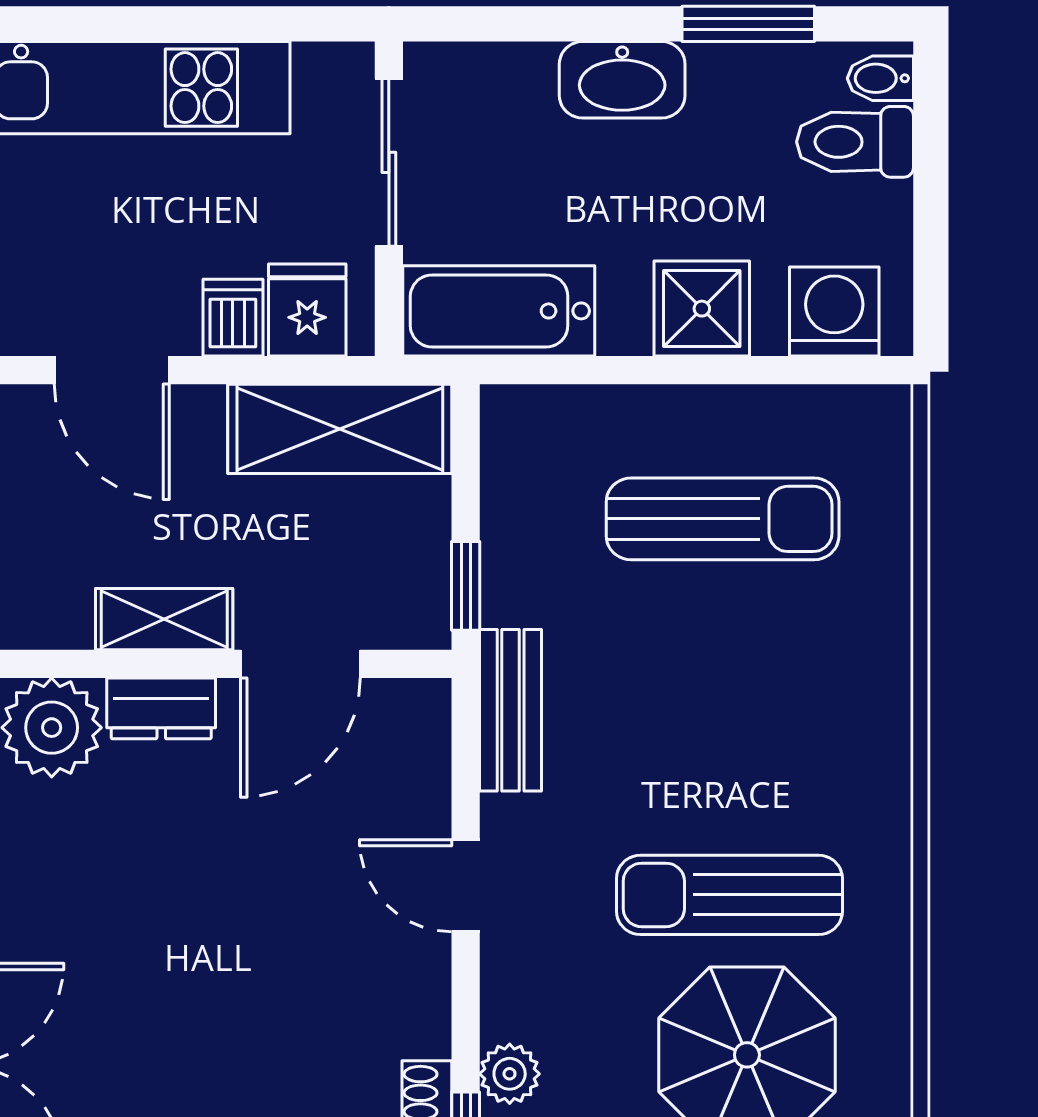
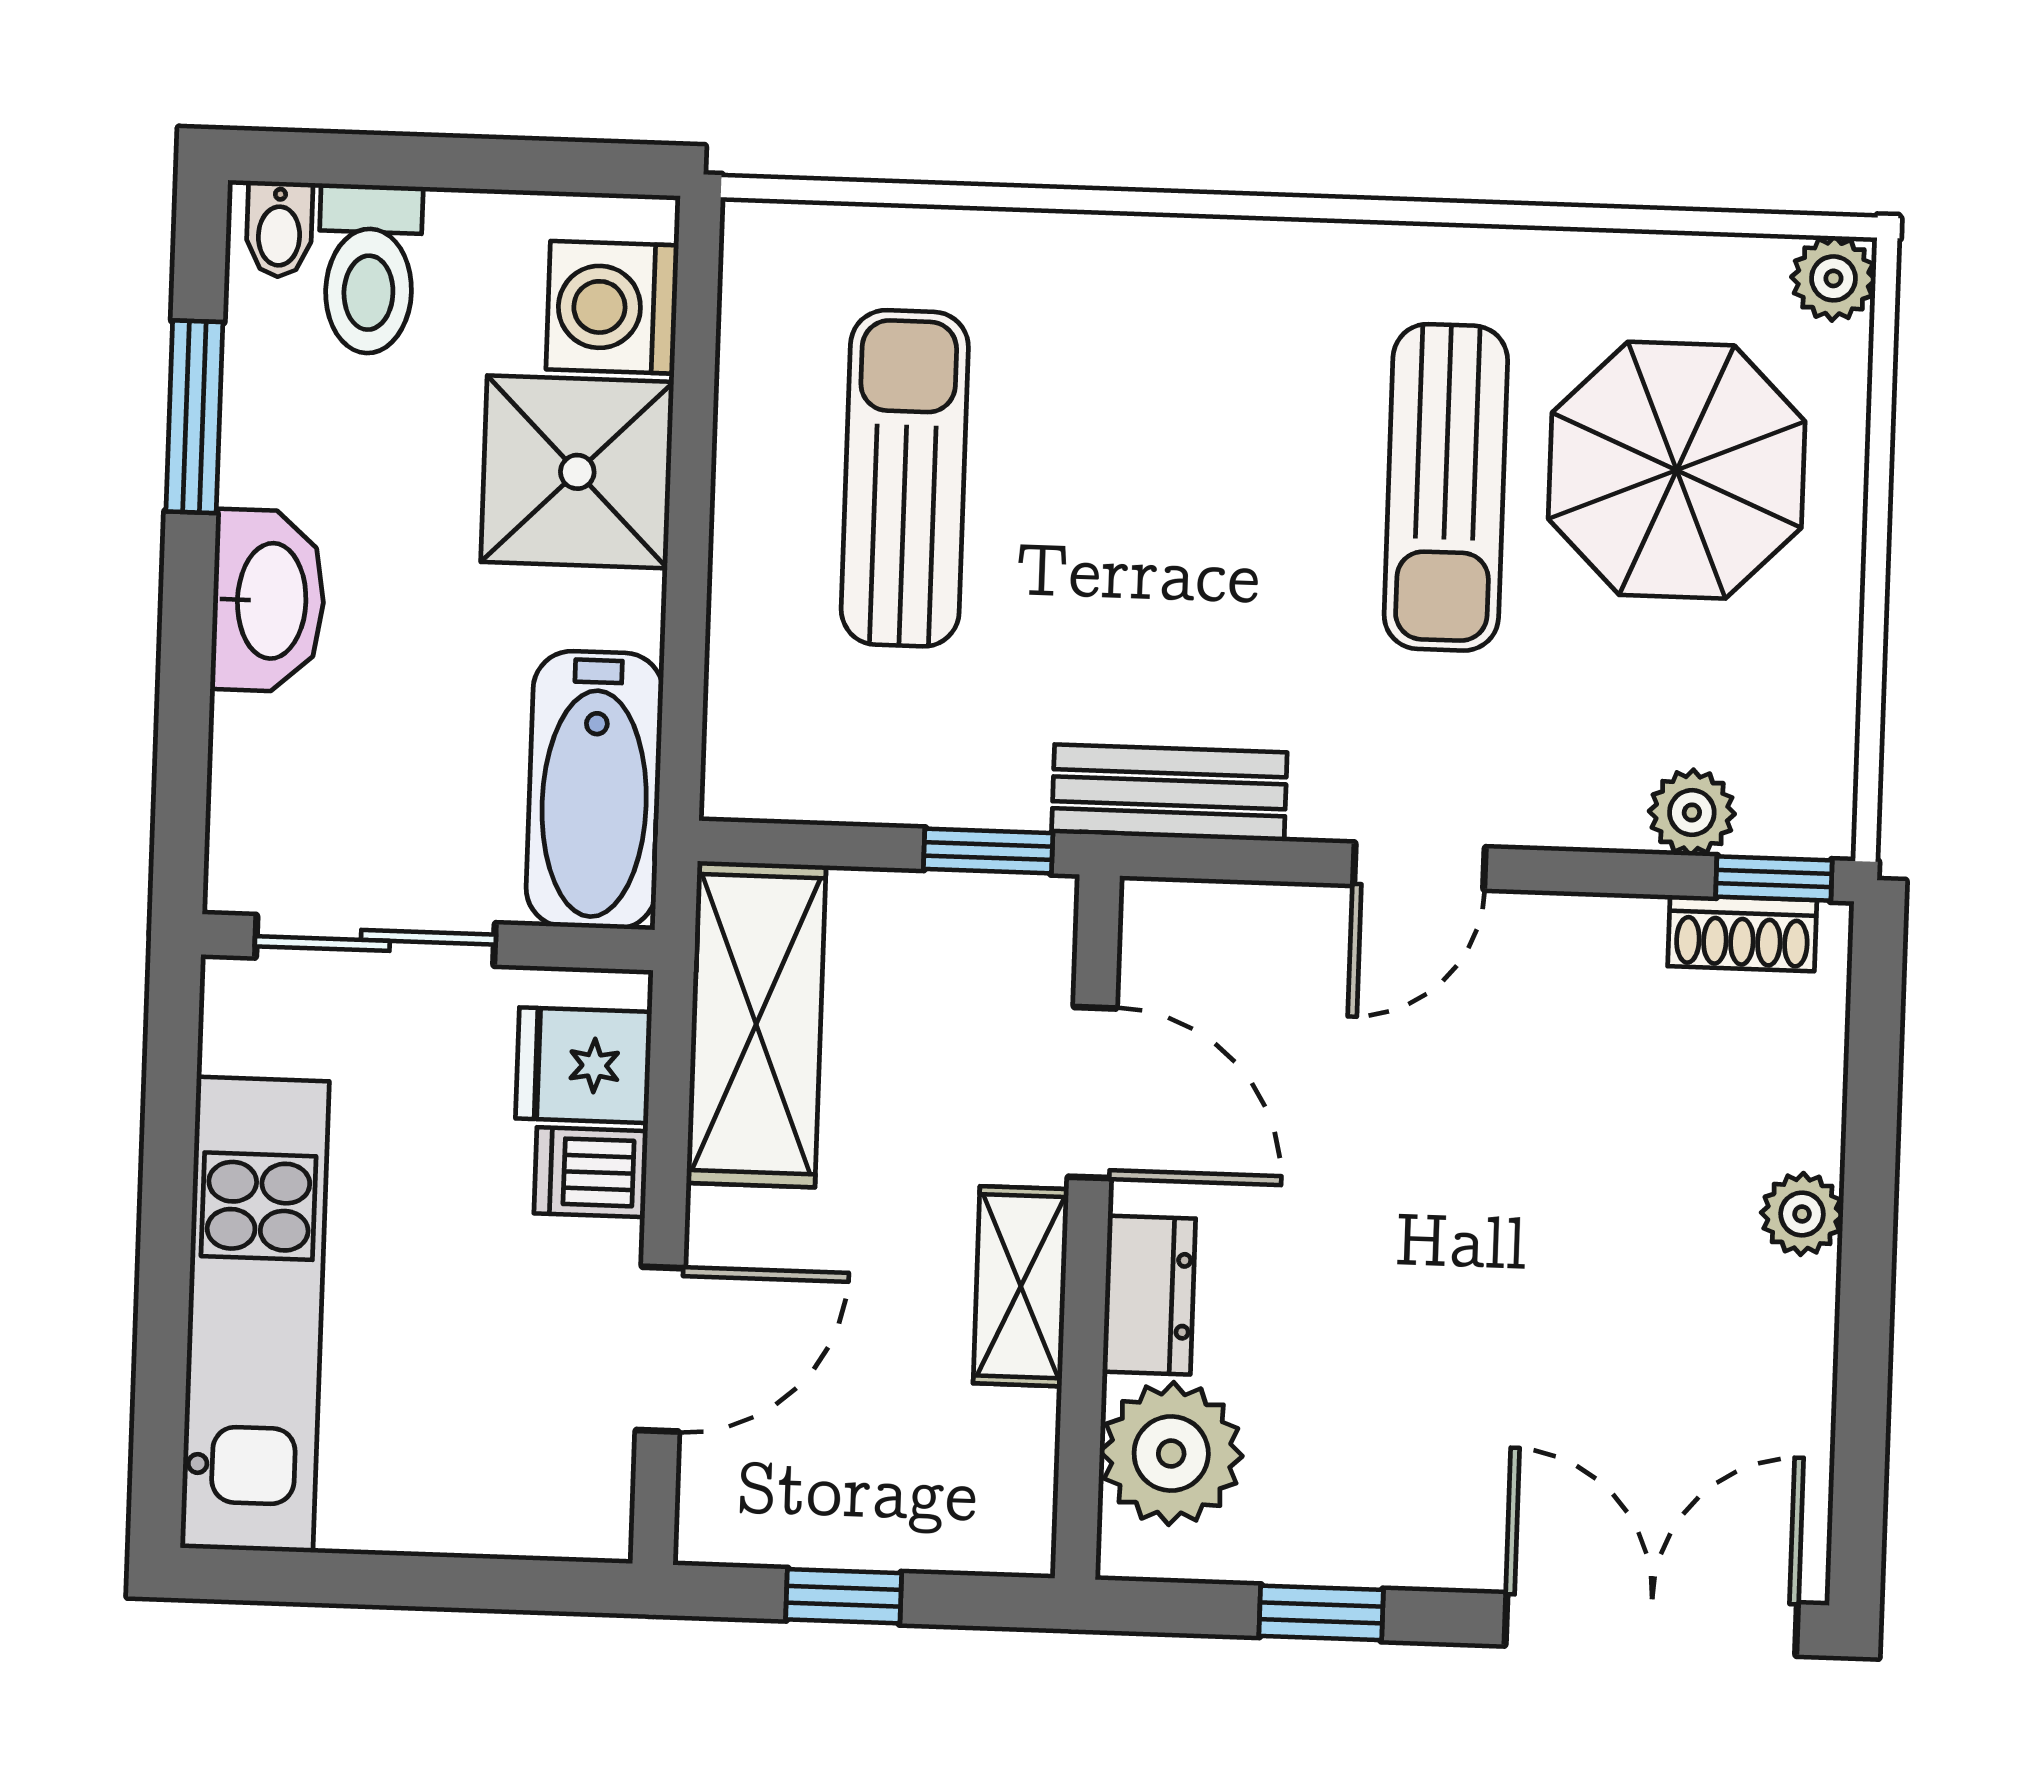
shower: (702, 309) -> (577, 472), width x1.36, depth x1.36

